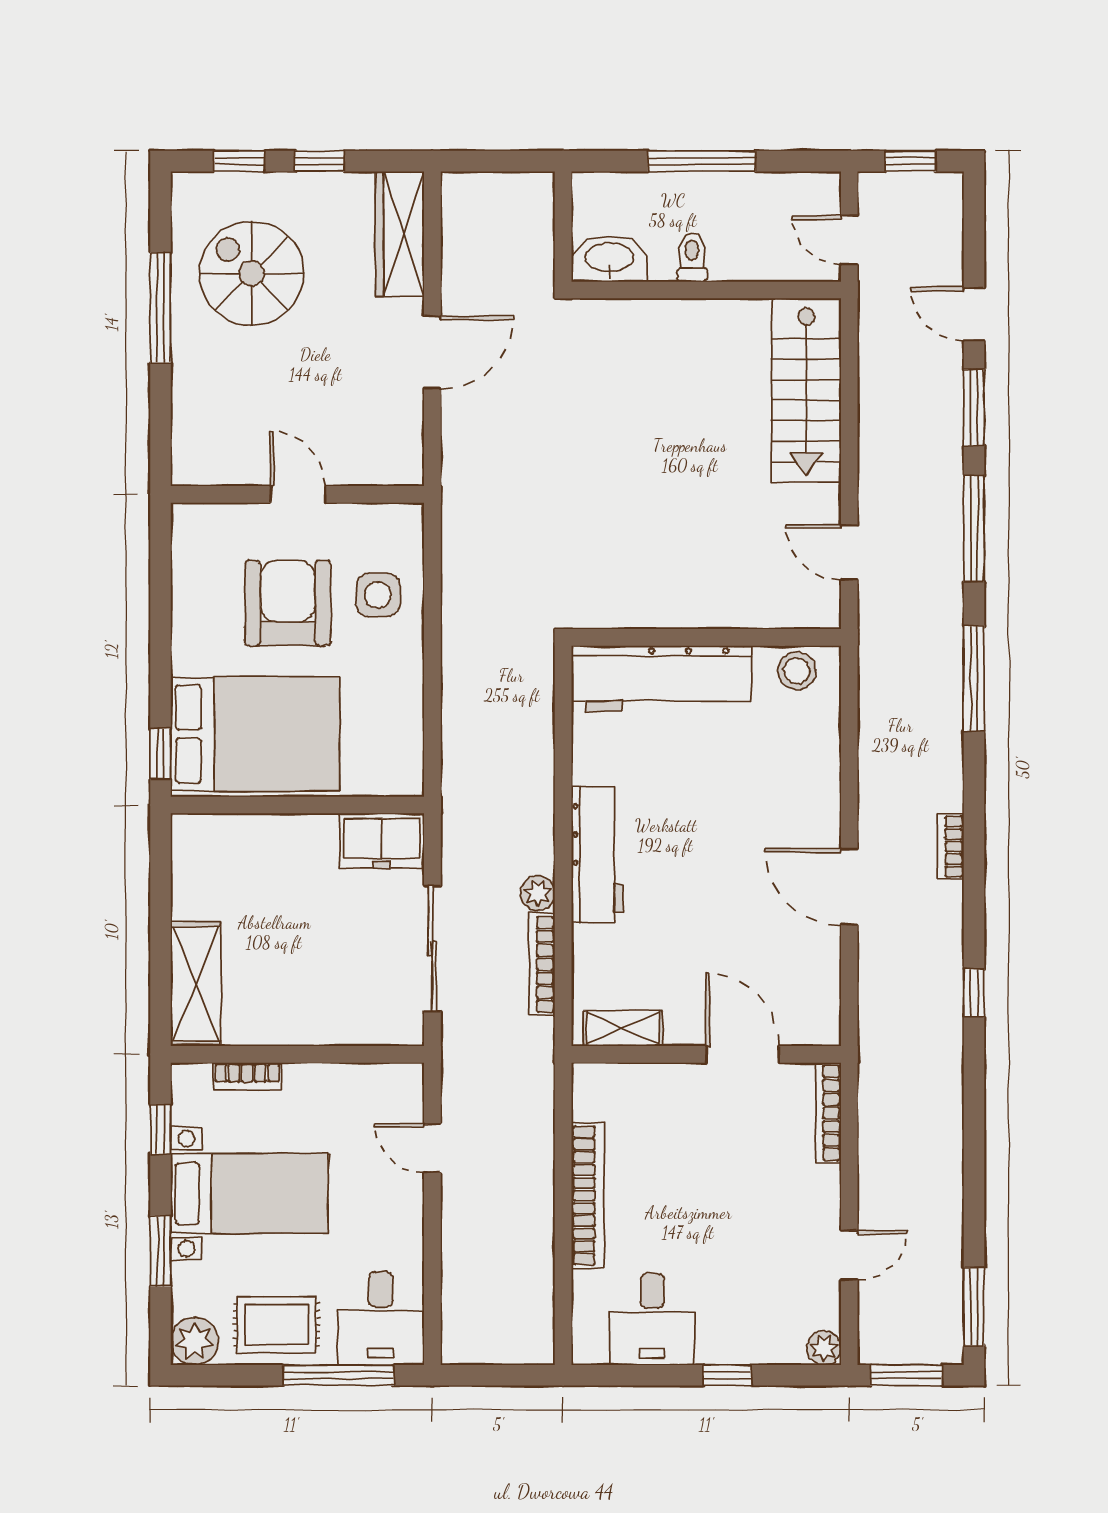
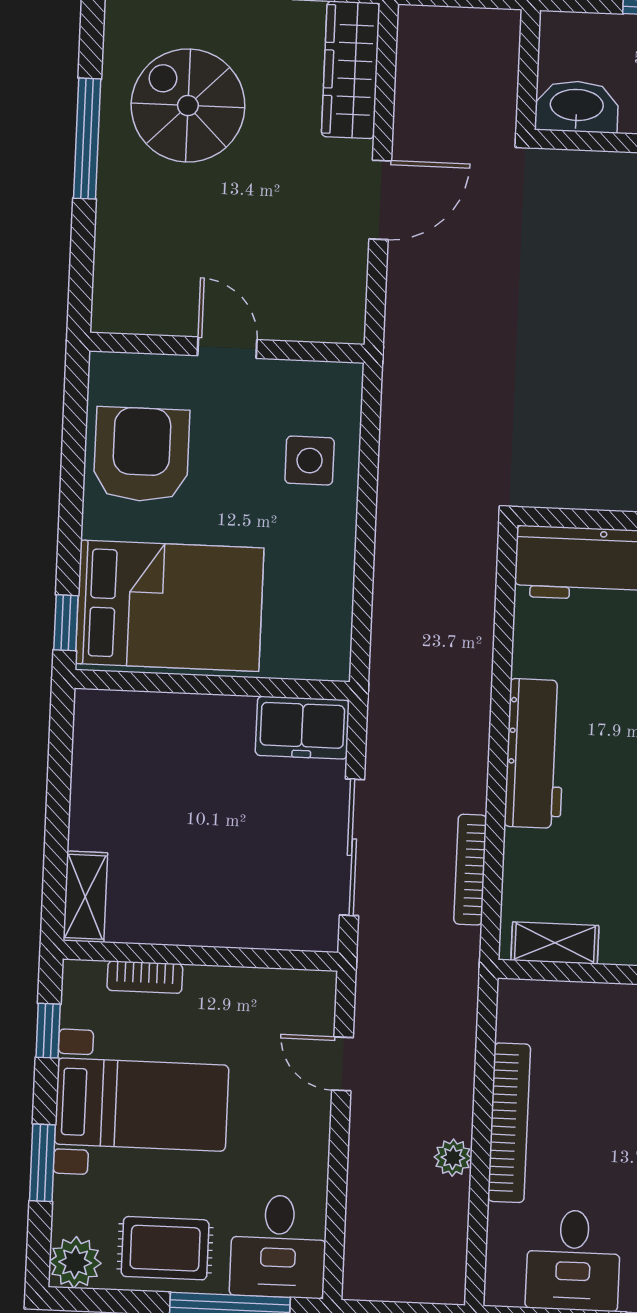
armchair: (288, 603) -> (141, 454), moved
plant: (538, 893) -> (453, 1158), moved
shelving: (196, 984) -> (85, 897), width x0.67, depth x0.75

